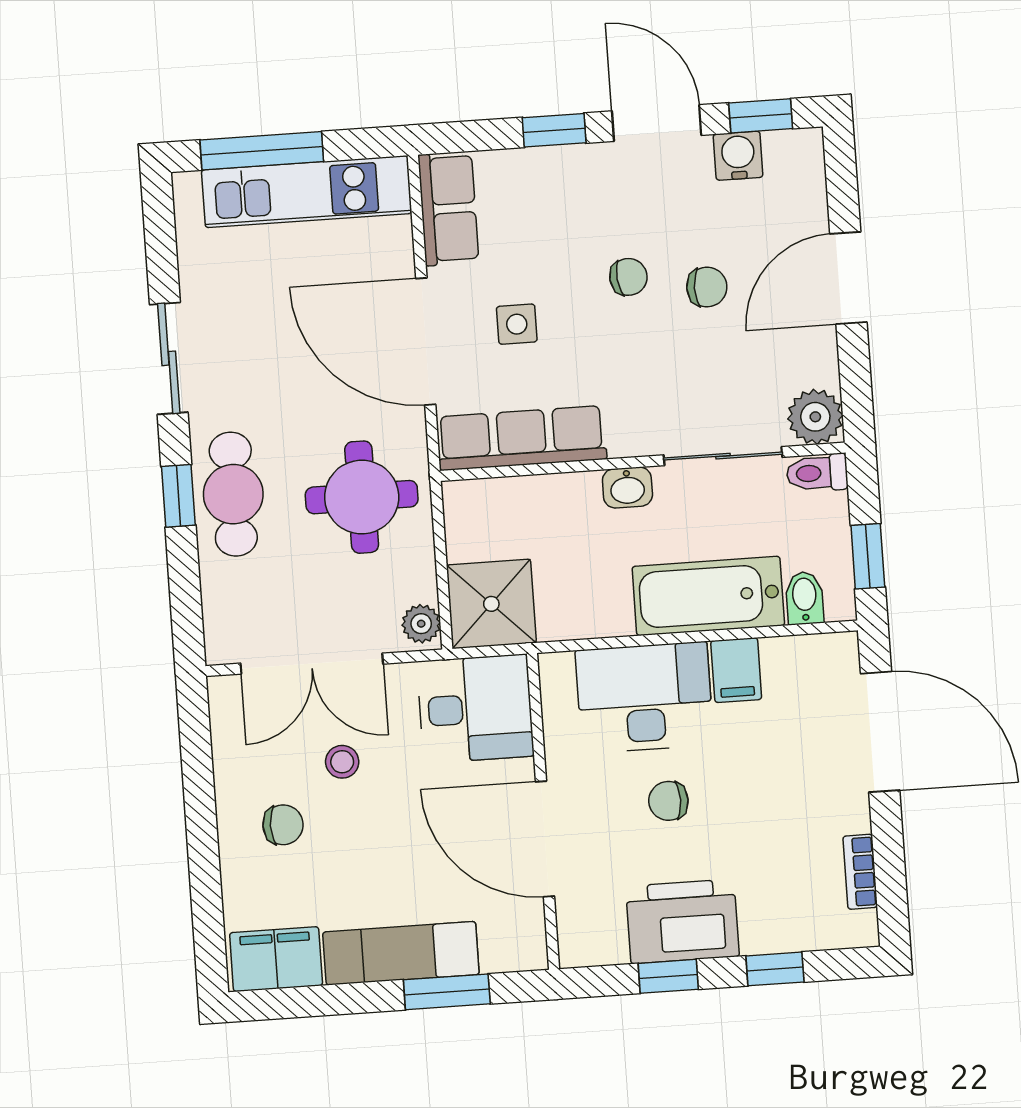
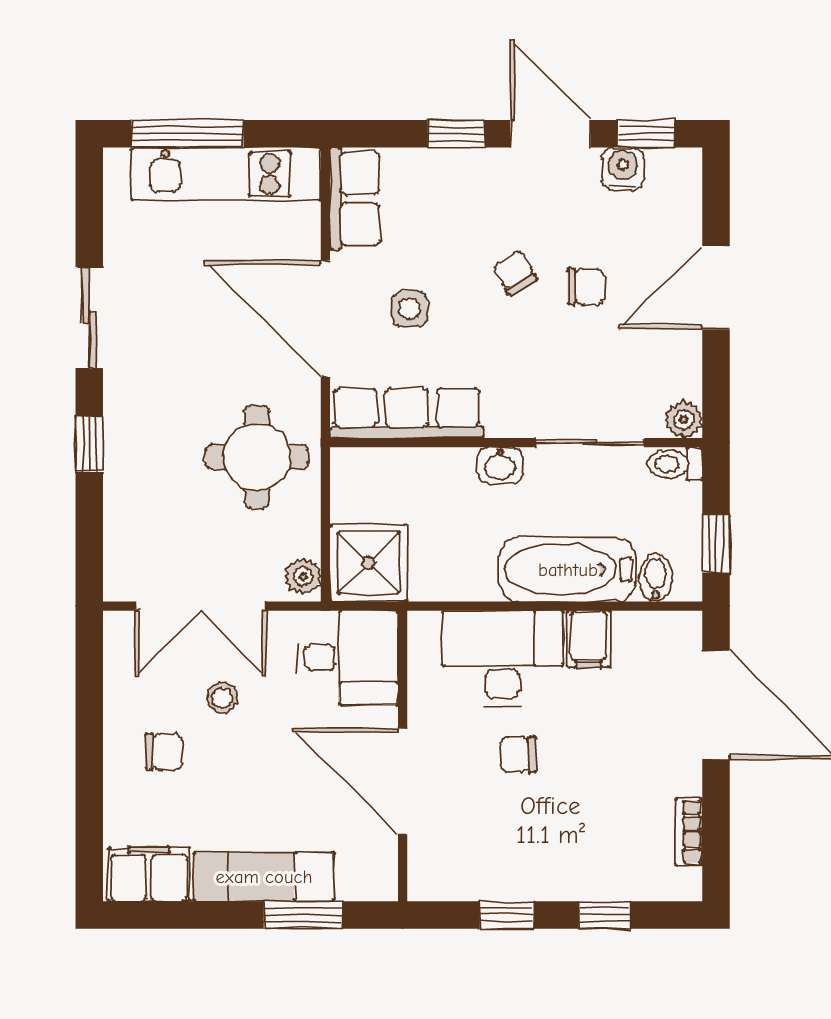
chair: (628, 277) -> (515, 273), turned -114
plant: (815, 417) -> (684, 419), width x0.73, depth x0.73
cafe table: (233, 494) -> (140, 446), removed
printer: (682, 921) -> (523, 866), removed

